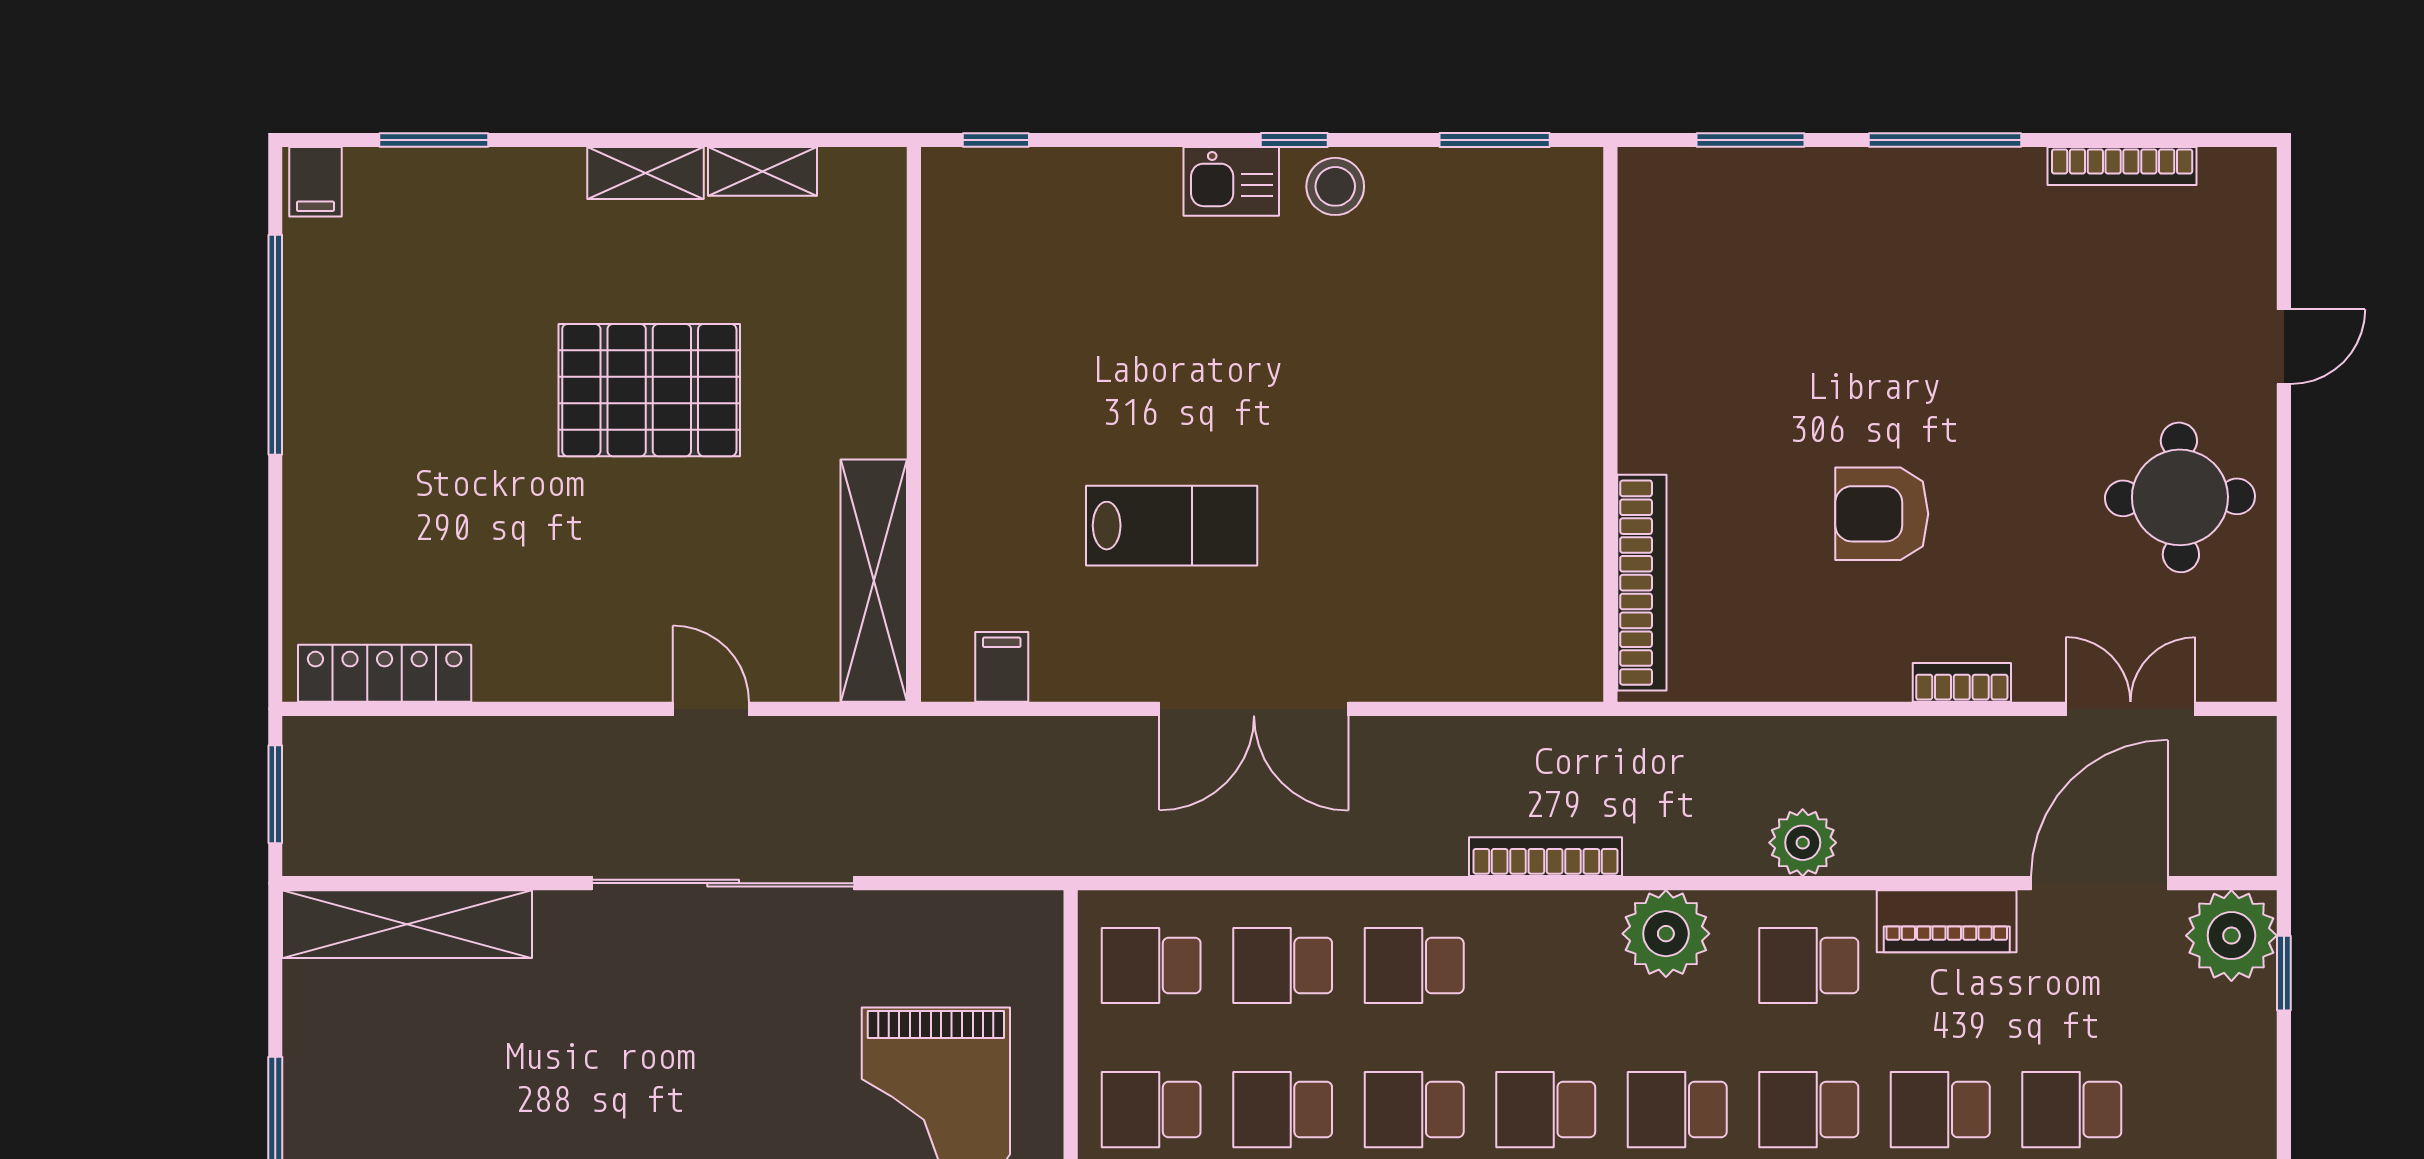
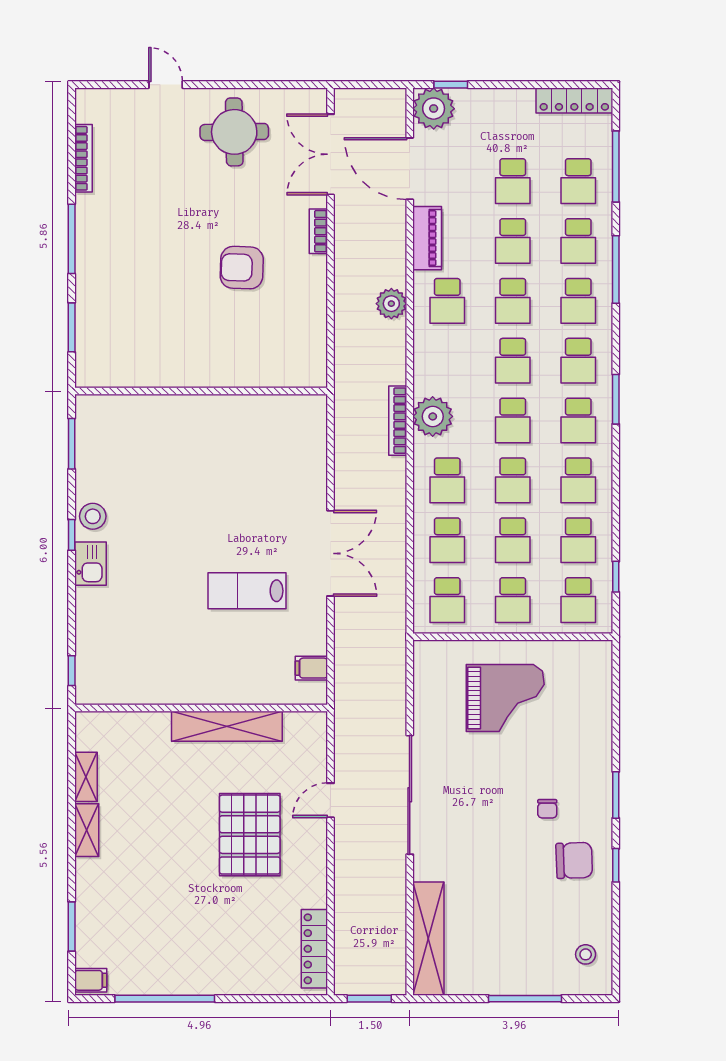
pallet: (649, 390) -> (250, 835), moved
armchair: (1882, 514) -> (242, 268), turned 92
lab bench: (1172, 526) -> (247, 591), turned -90
shelving: (874, 581) -> (227, 726), moved
bookcase: (1642, 583) -> (273, 377), removed
double door: (2131, 709) -> (330, 154), width x1.37
plant: (1666, 934) -> (433, 416), moved

